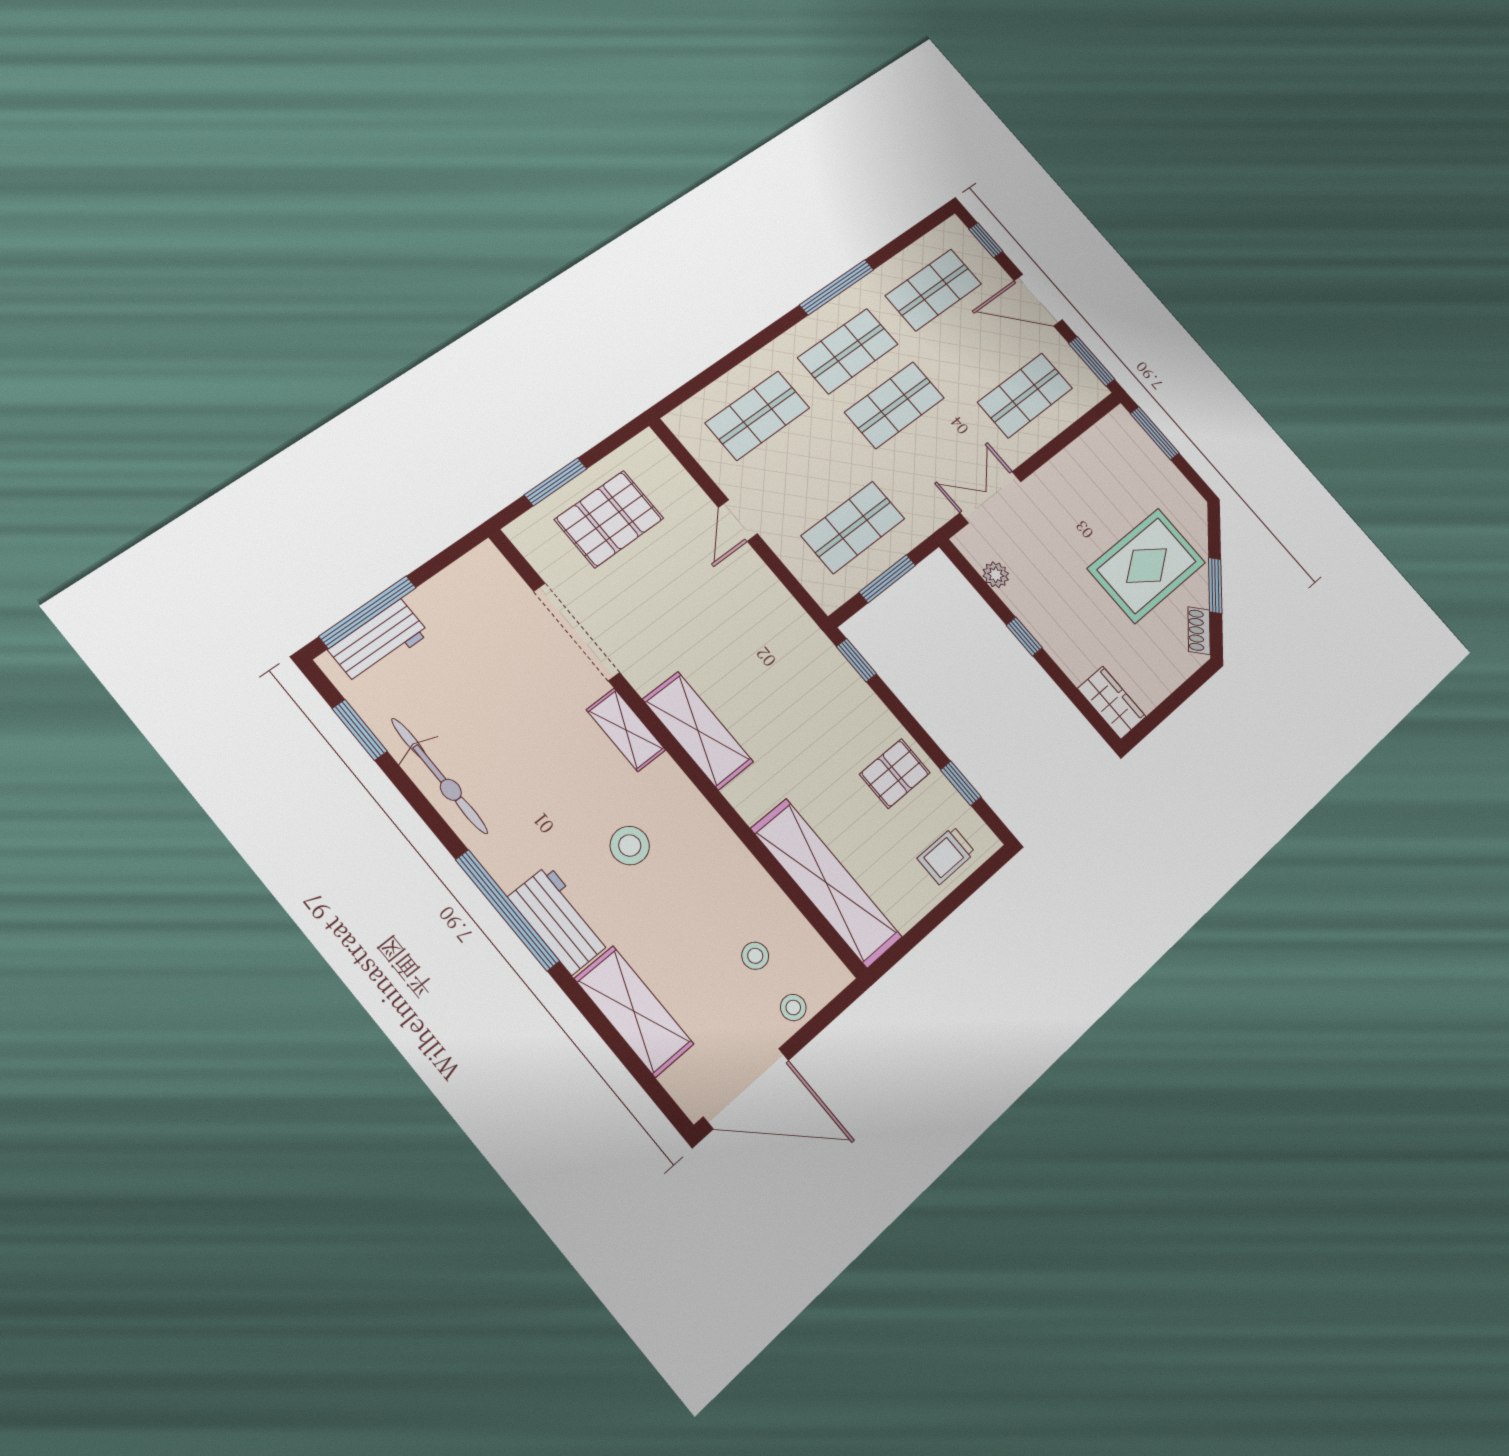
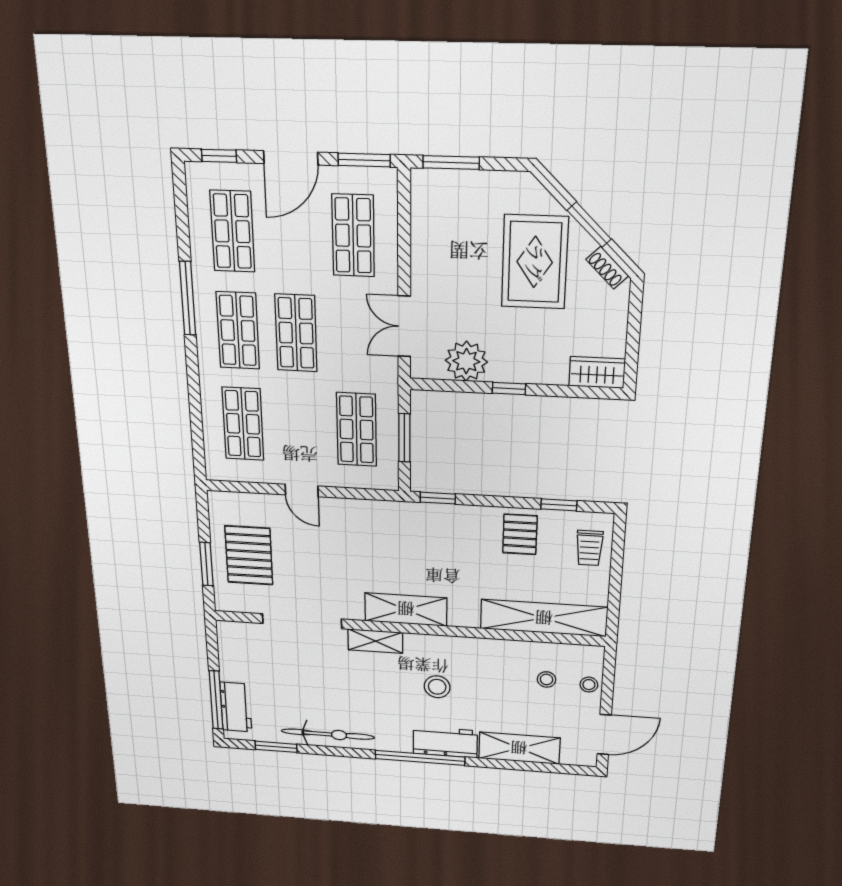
plant: (996, 575) -> (466, 361), width x1.88, depth x1.88
door: (746, 1088) -> (604, 735), width x0.73

